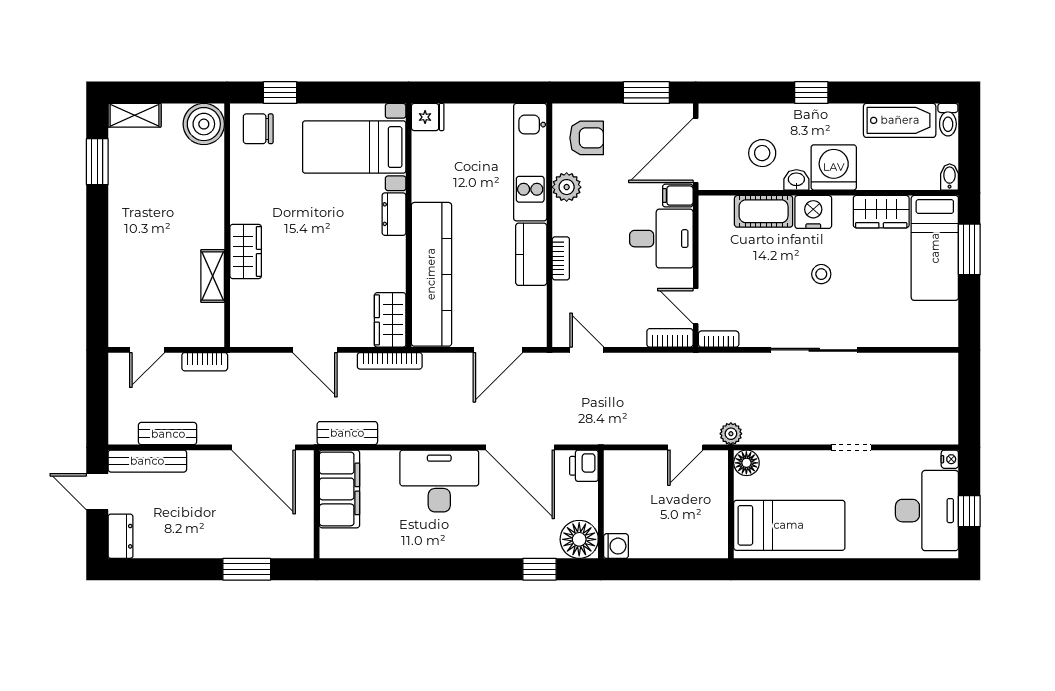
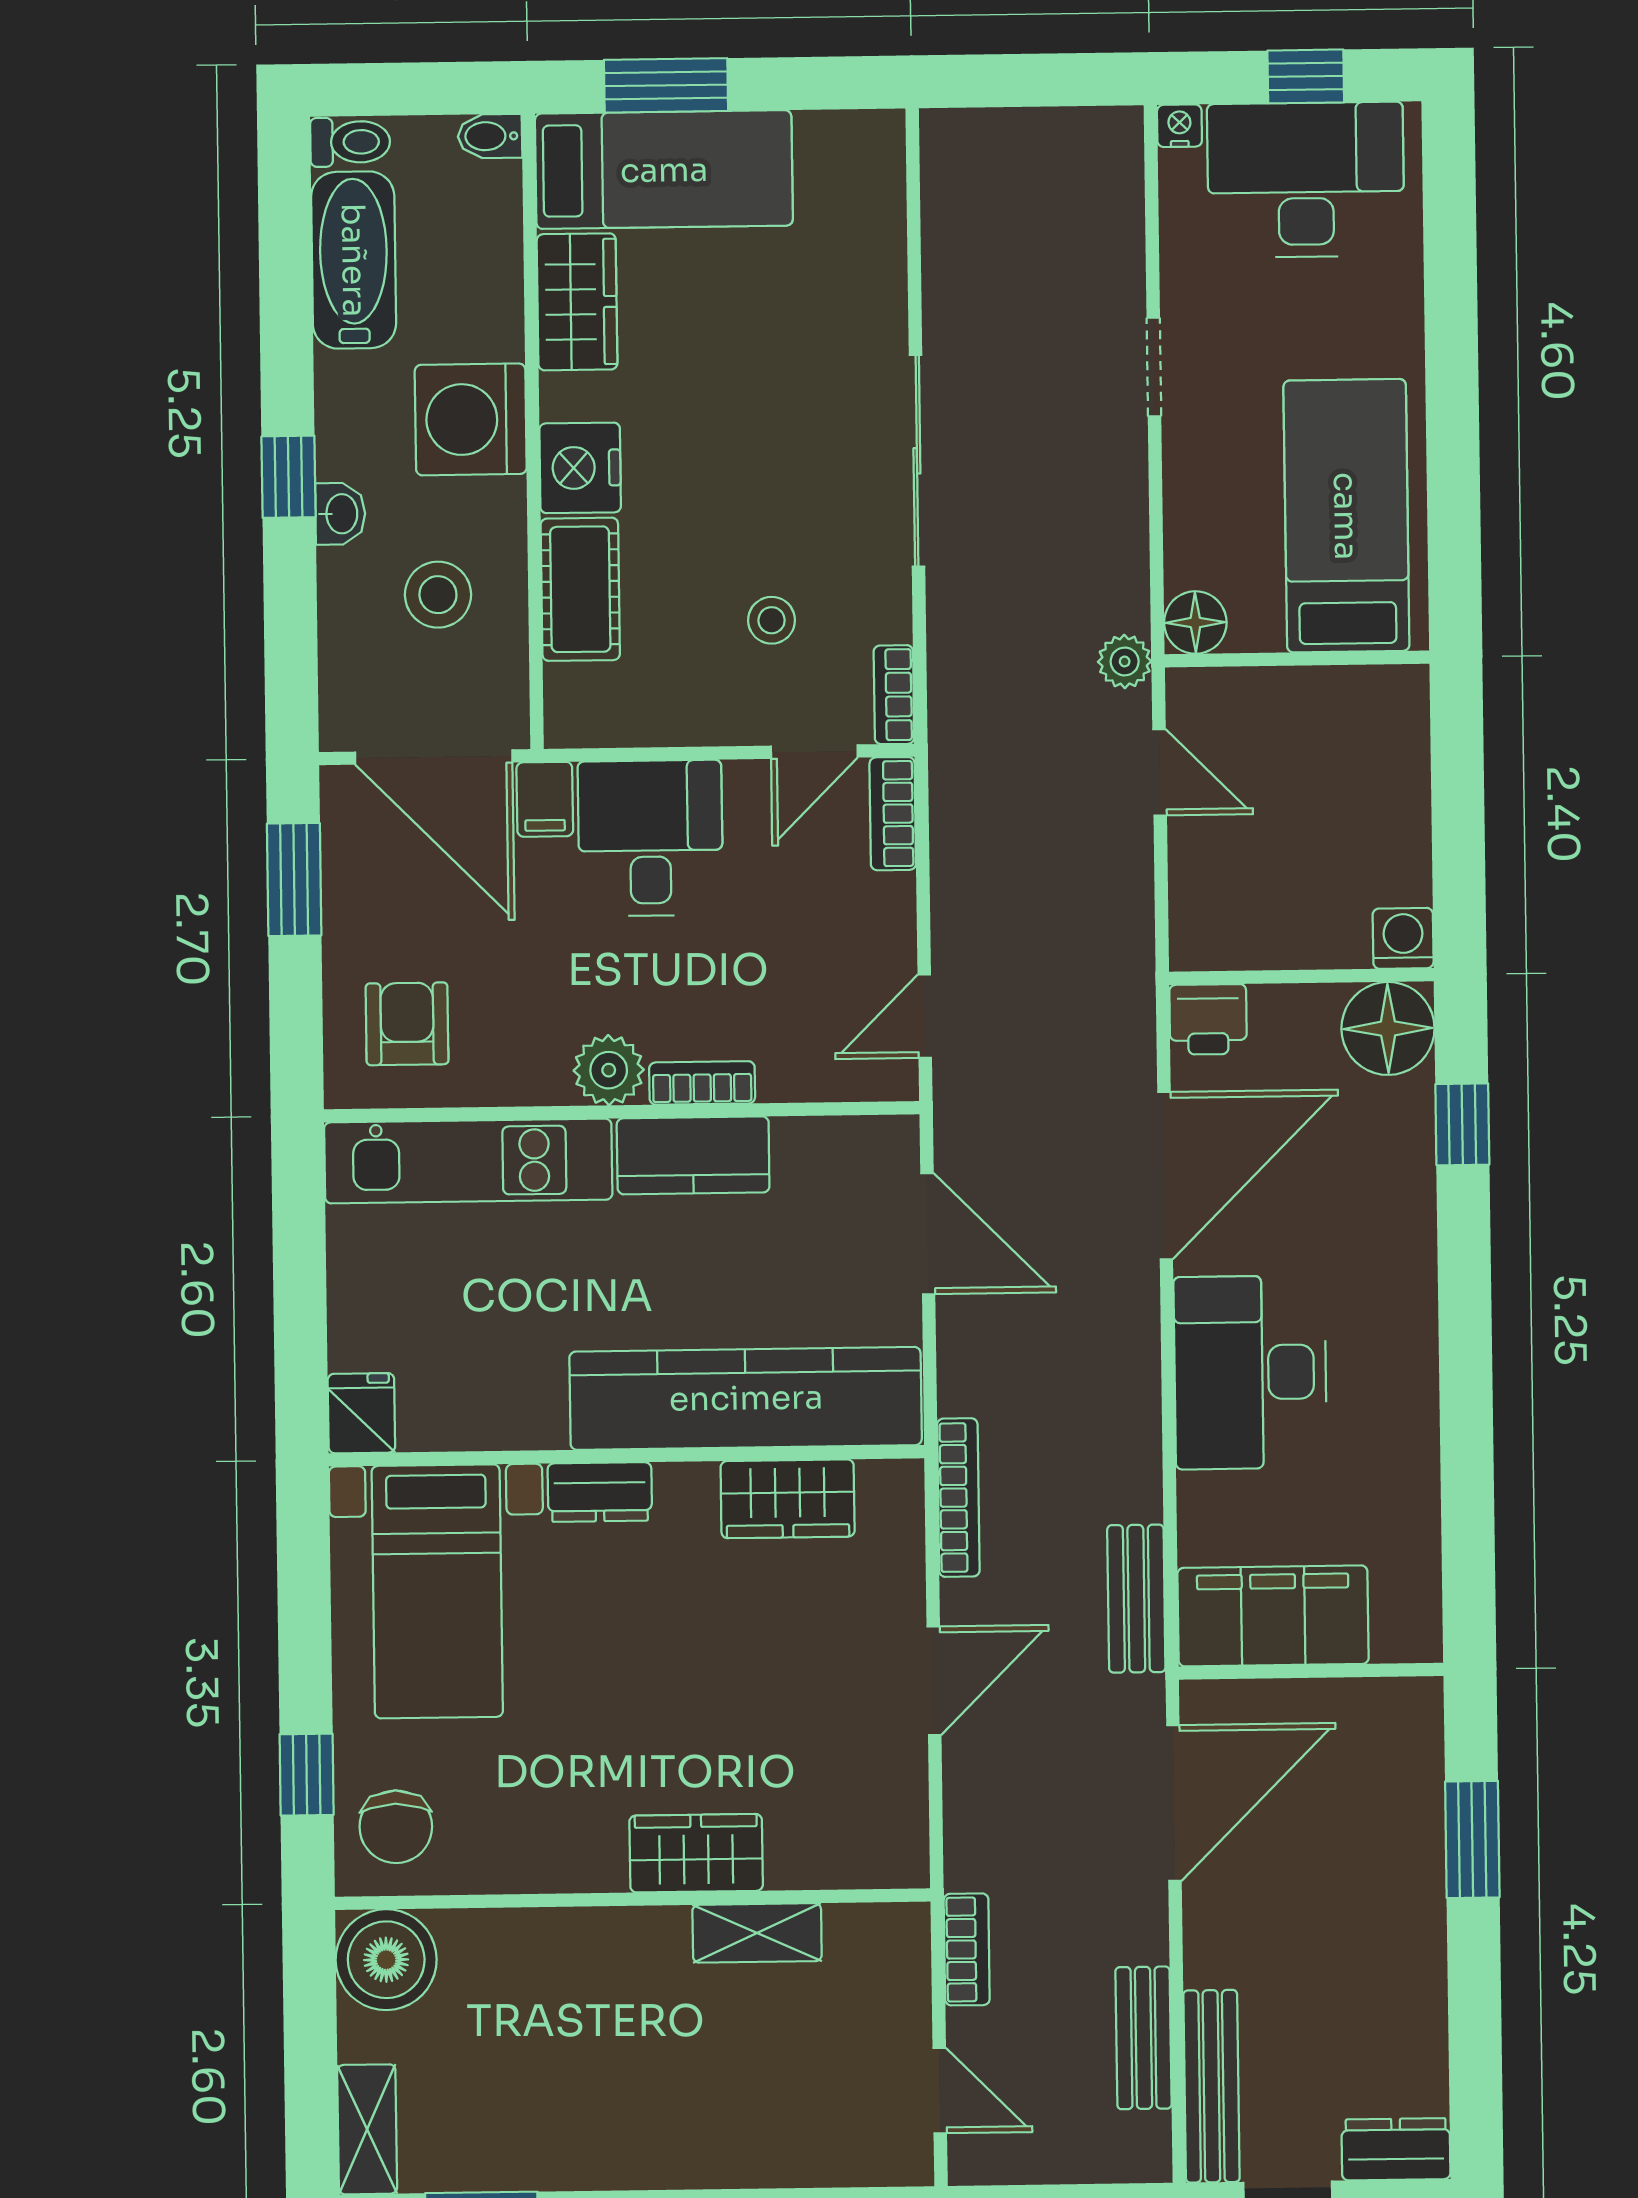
washbasin: (796, 180) -> (340, 514), moved, turned 180
plant: (567, 187) -> (609, 1070), moved
stool: (821, 274) -> (772, 620), moved
wardrobe: (390, 320) -> (788, 1499), moved

